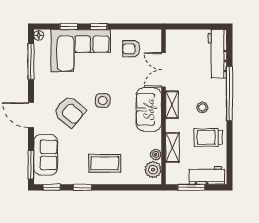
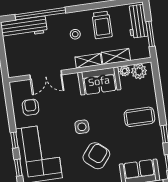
armchair: (131, 49) -> (31, 107), turned 180
window: (229, 94) -> (40, 14), moved
shelving: (172, 105) -> (88, 61), moved
sofa: (149, 109) -> (99, 81), moved
coffee table: (105, 163) -> (139, 117), turned 90

